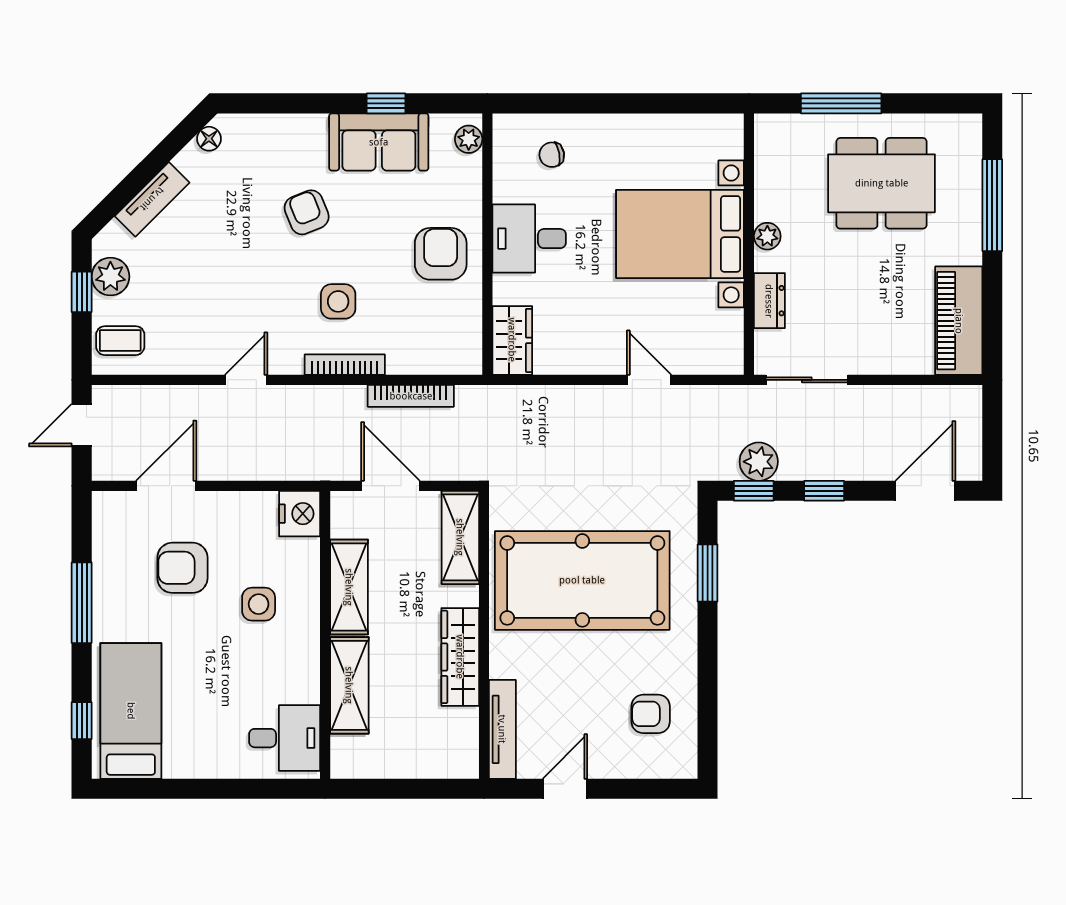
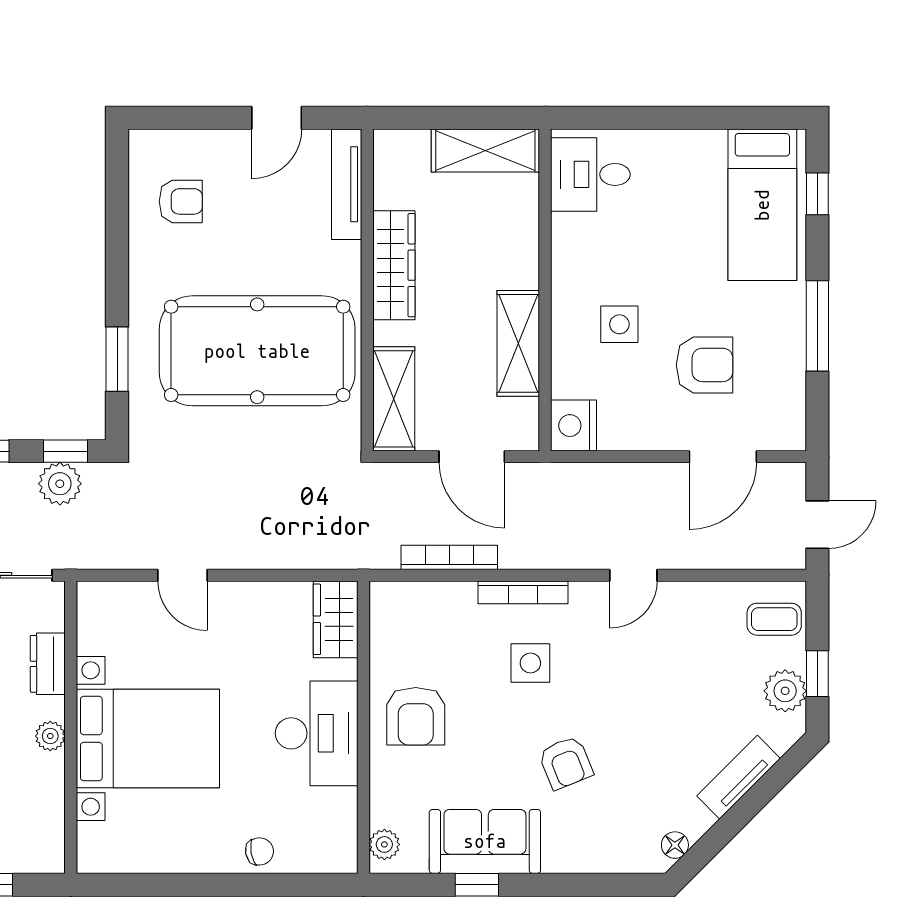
chair: (552, 155) -> (260, 851), moved
desk: (529, 239) -> (317, 733), width x1.37
shelving: (349, 685) -> (485, 150), moved, turned 90

